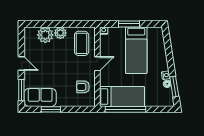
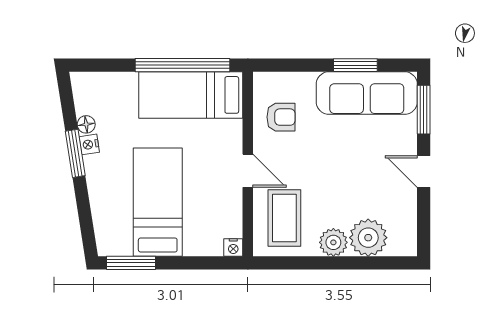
window: (129, 24) -> (131, 263), moved
door: (97, 64) -> (248, 171), swing flipped
window: (174, 87) -> (75, 153), moved
sofa: (40, 97) -> (367, 93), width x1.36

